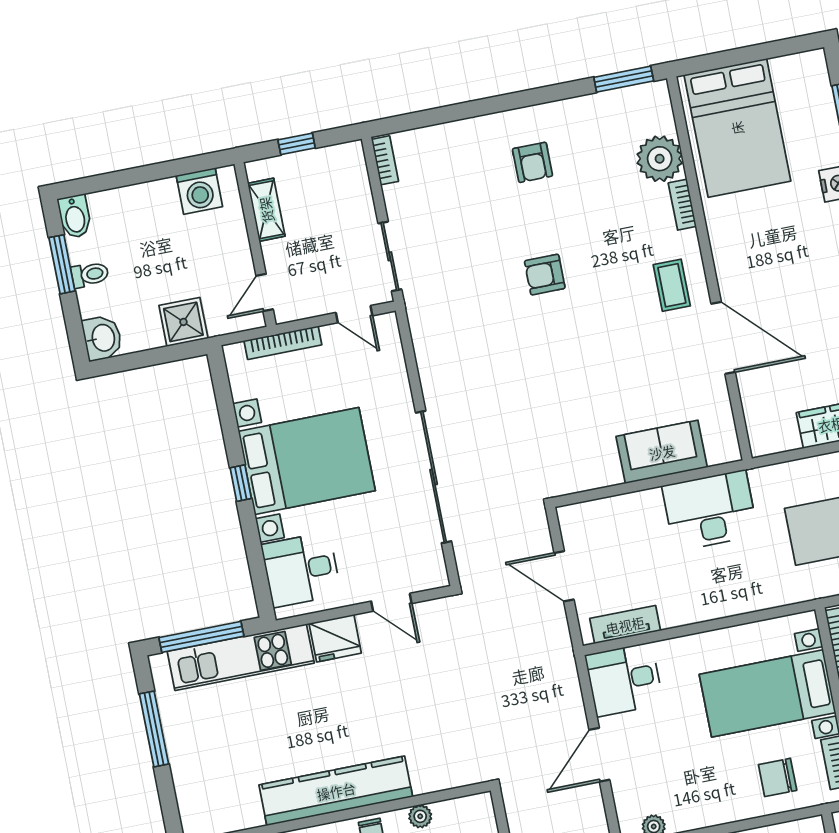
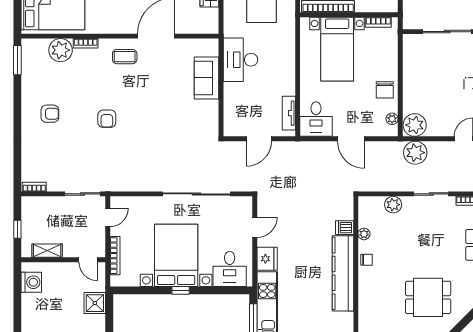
dishwasher: (425, 776) -> (345, 228), added
chair: (778, 777) -> (385, 90), moved

